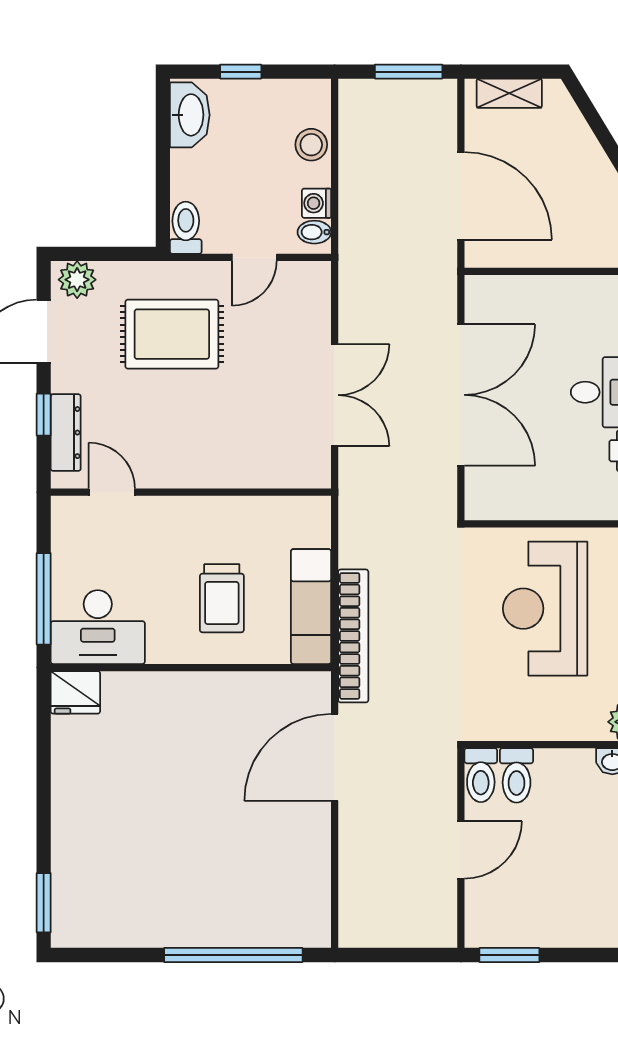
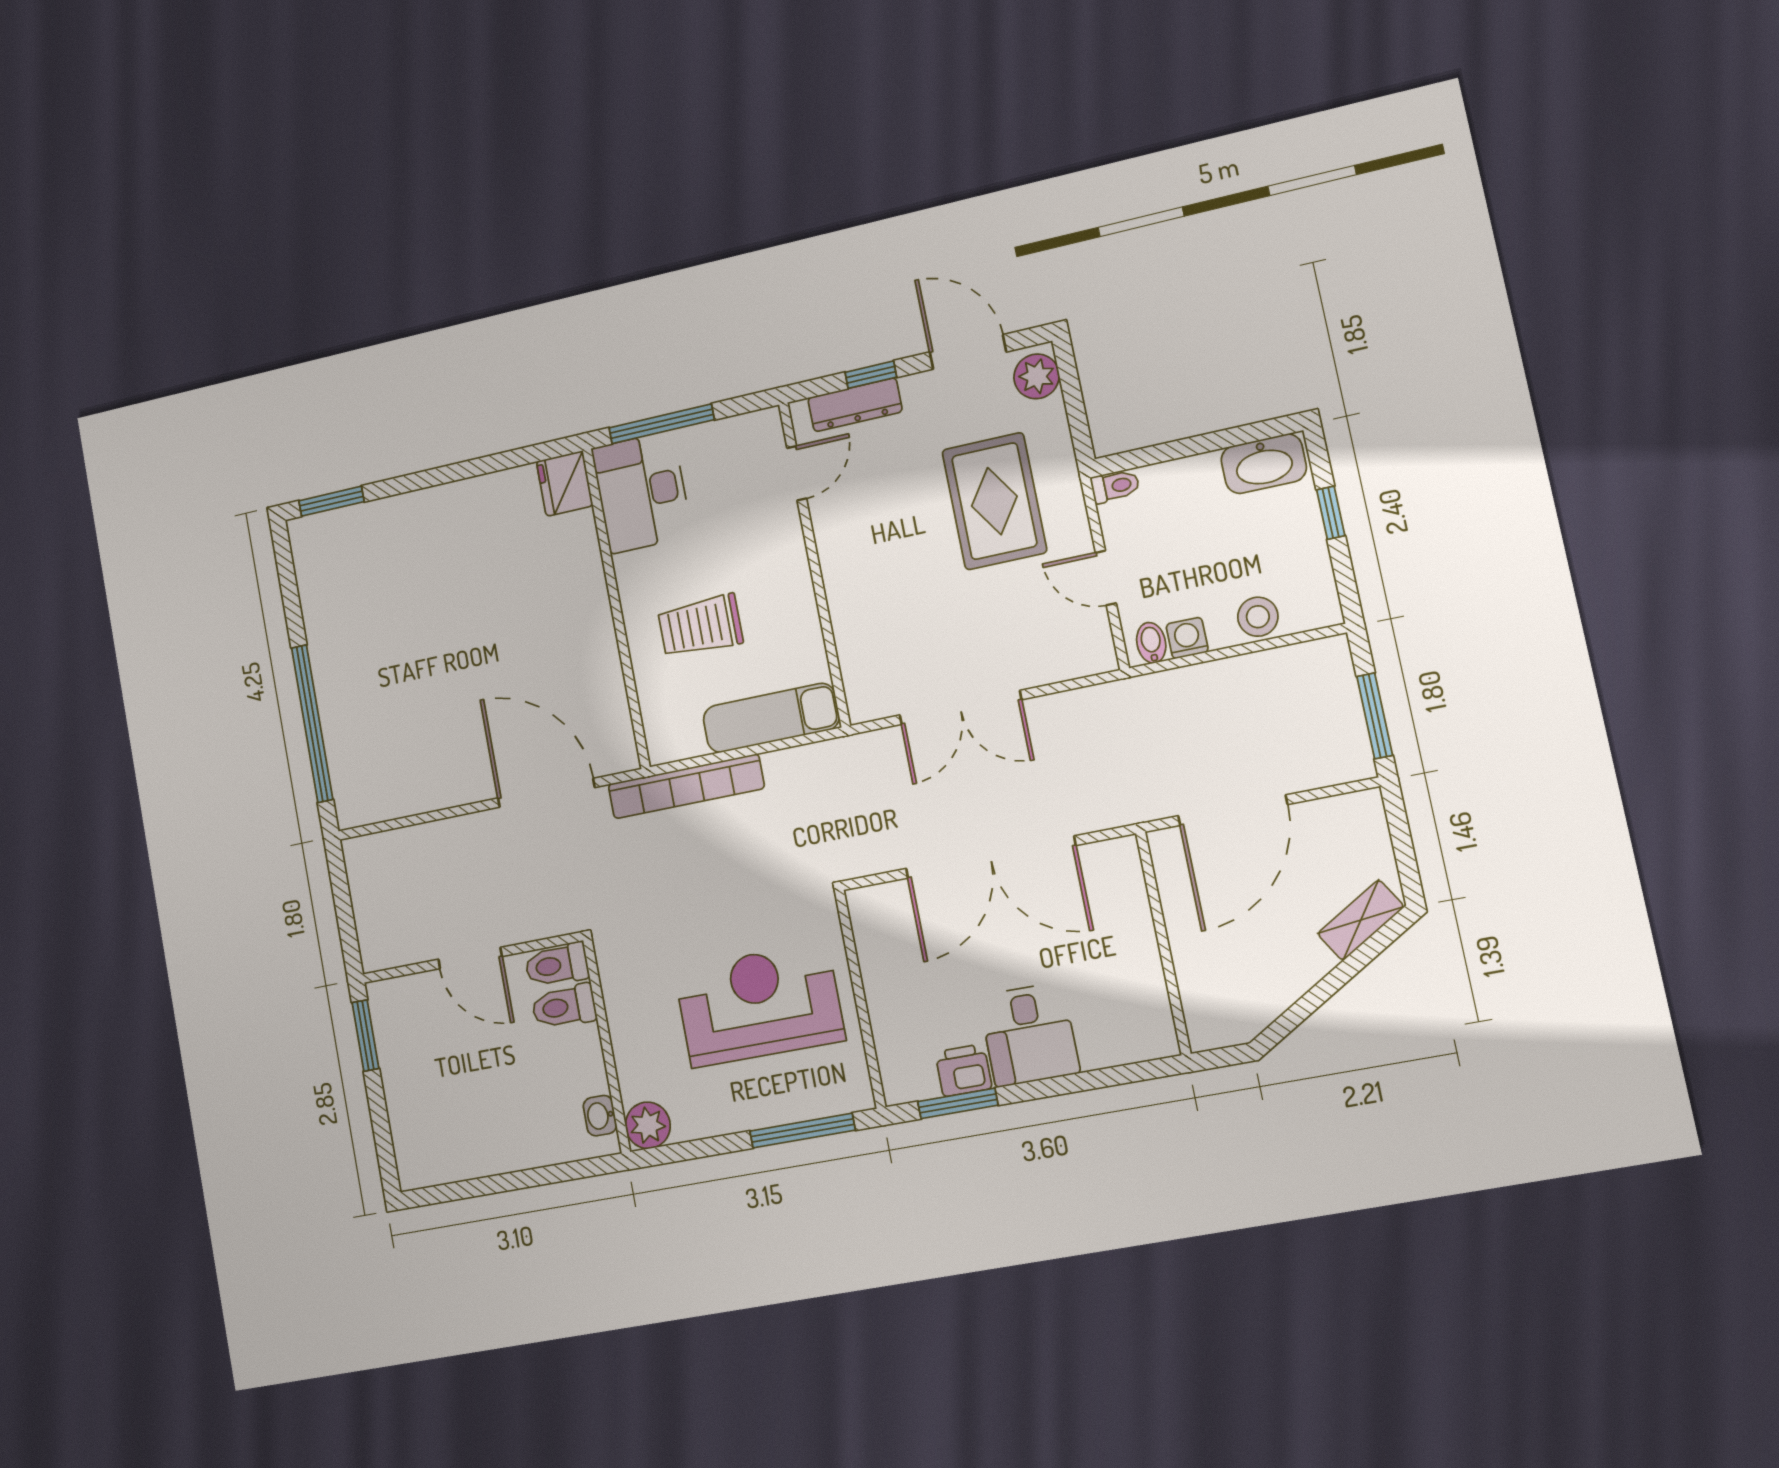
shelving: (509, 93) -> (1361, 920), moved, turned 59
toilet: (186, 228) -> (1115, 486), width x0.73, depth x0.72
exam couch: (311, 607) -> (771, 718), moved

